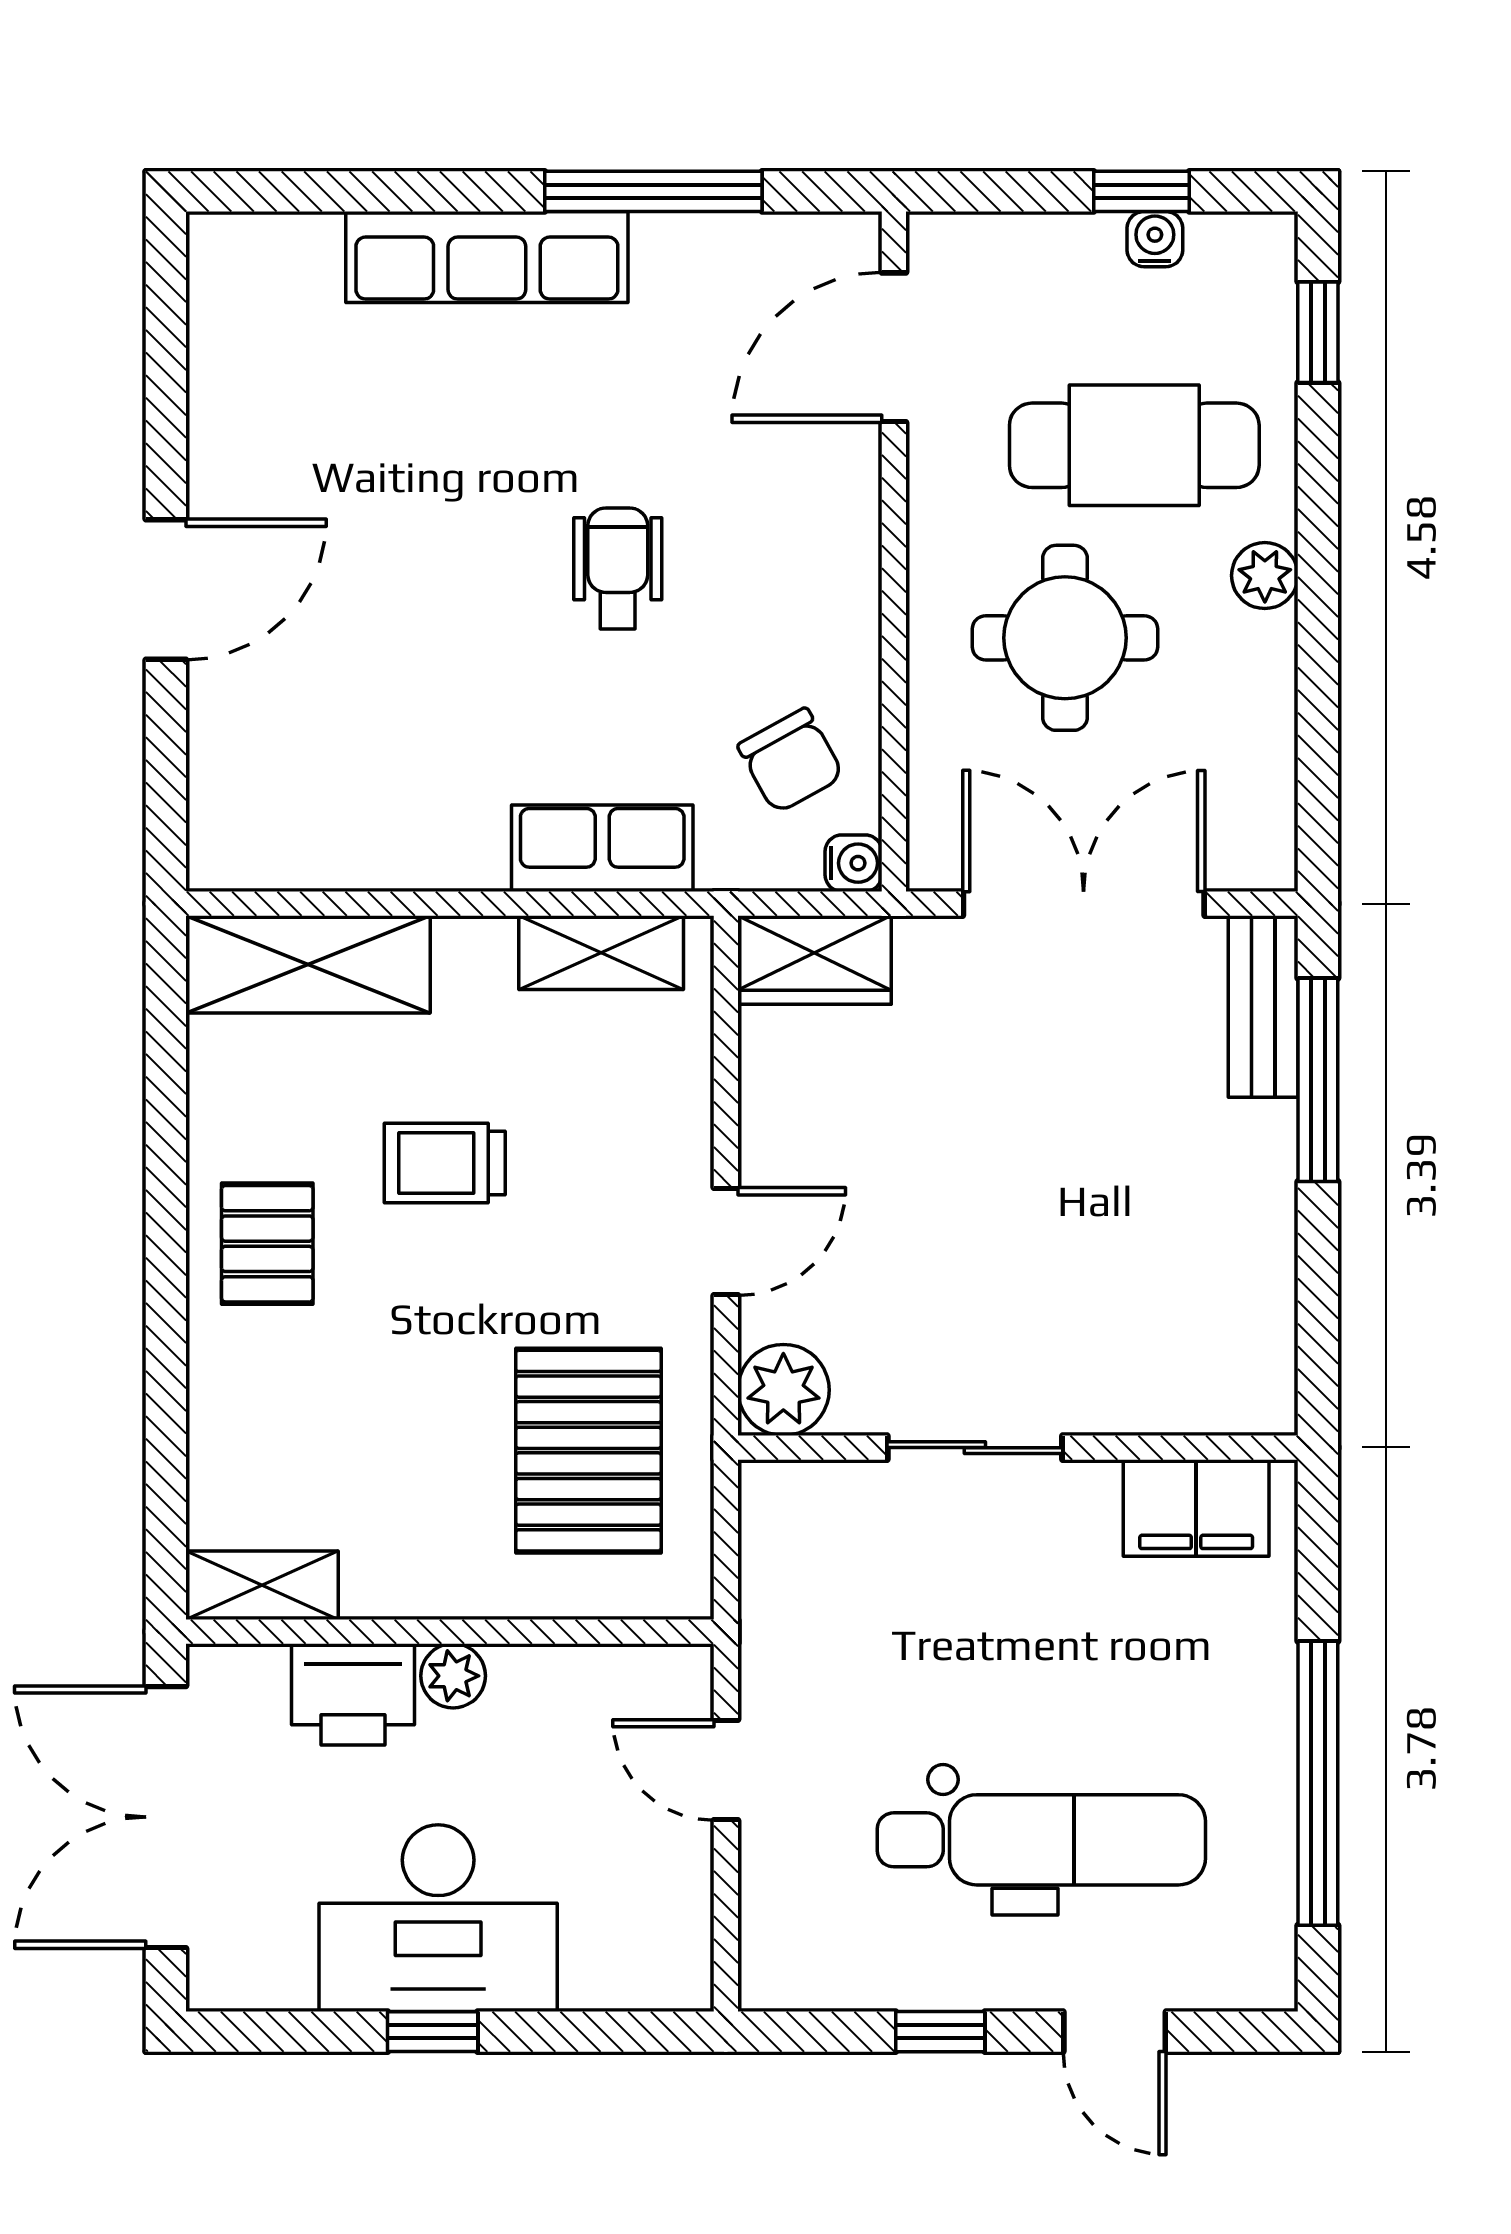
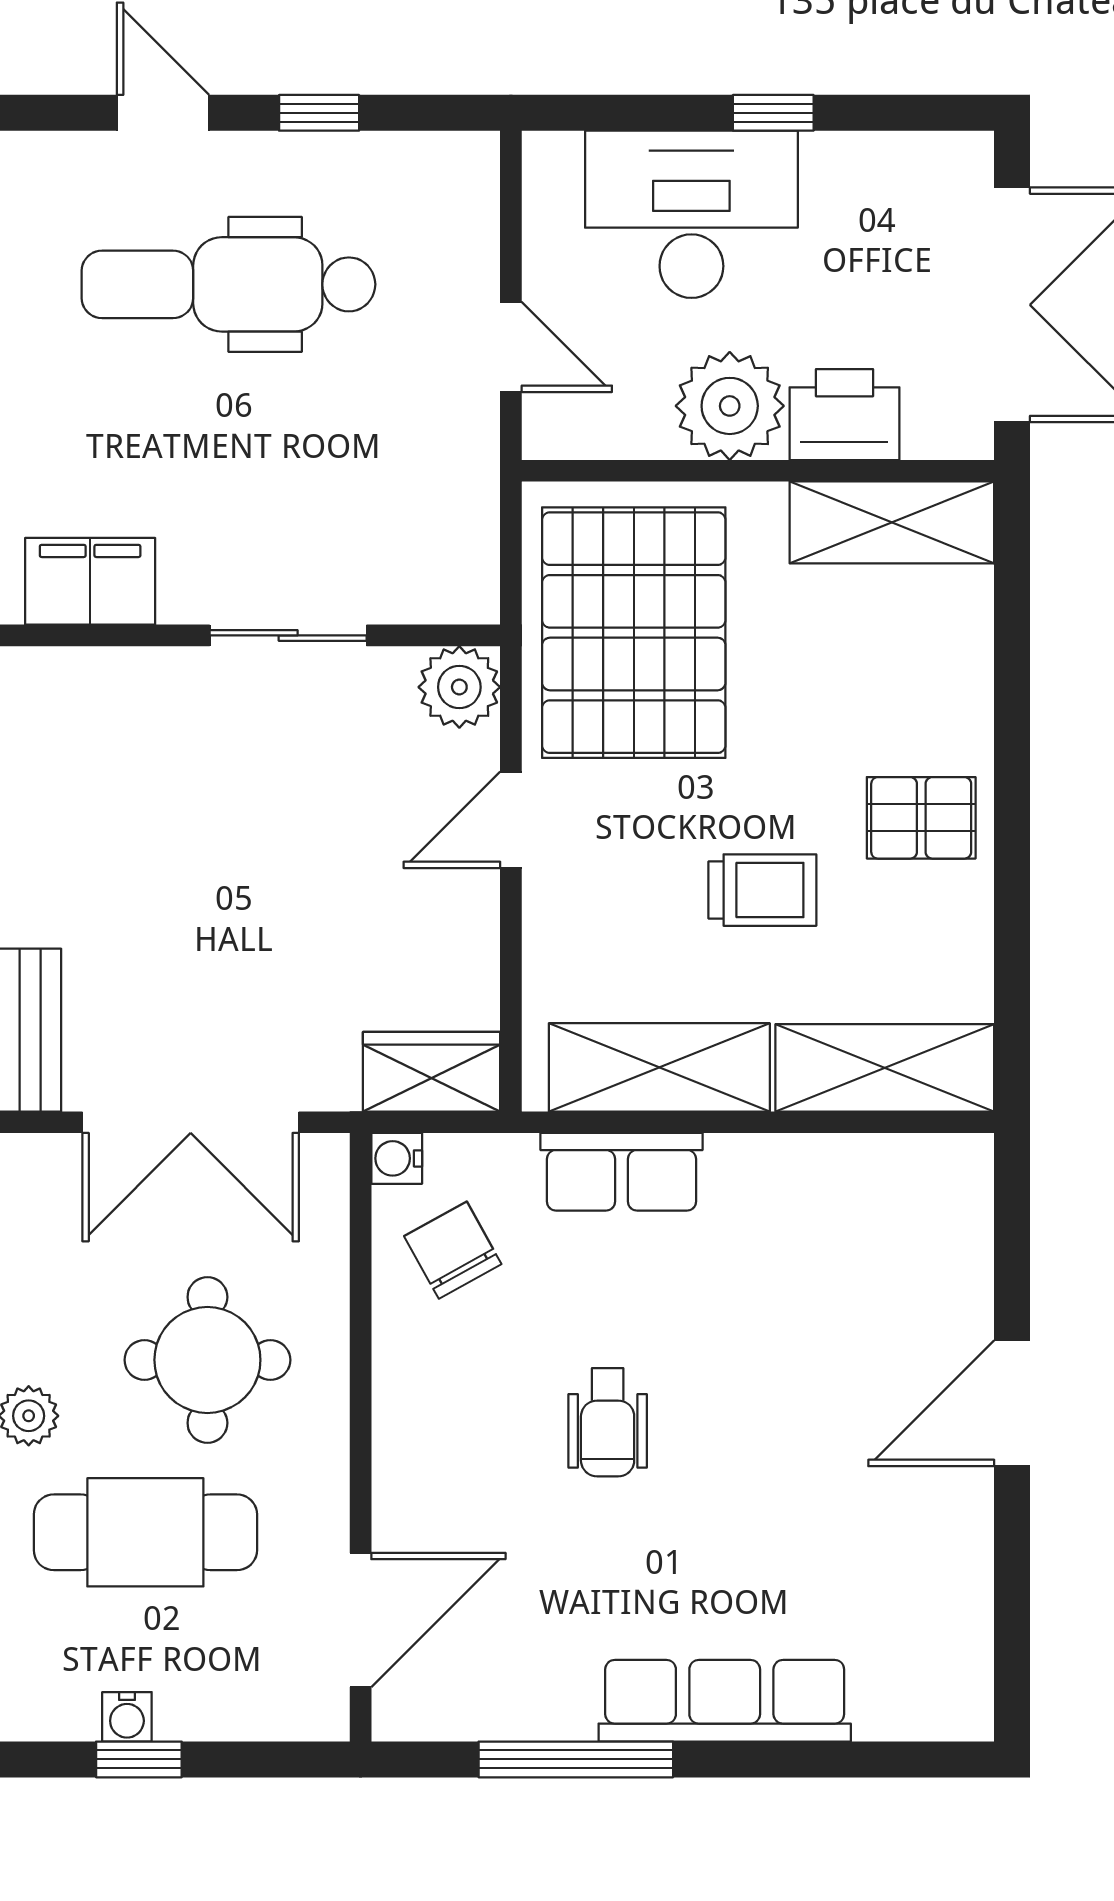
shelving: (601, 953) -> (659, 1067), width x1.50, depth x1.33
pallet: (267, 1244) -> (921, 818), turned 90
pallet: (588, 1451) -> (634, 633), width x1.37, depth x1.41
shelving: (262, 1585) -> (892, 522), width x1.50, depth x1.33
plant: (453, 1676) -> (730, 406), width x1.88, depth x1.88
desk: (438, 1918) -> (691, 214), moved

